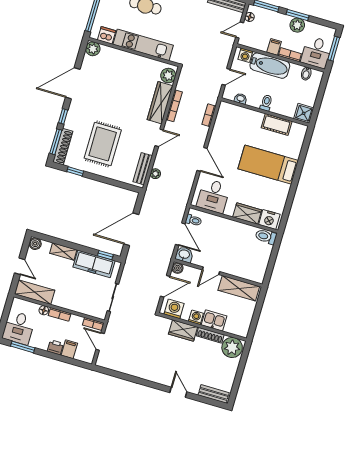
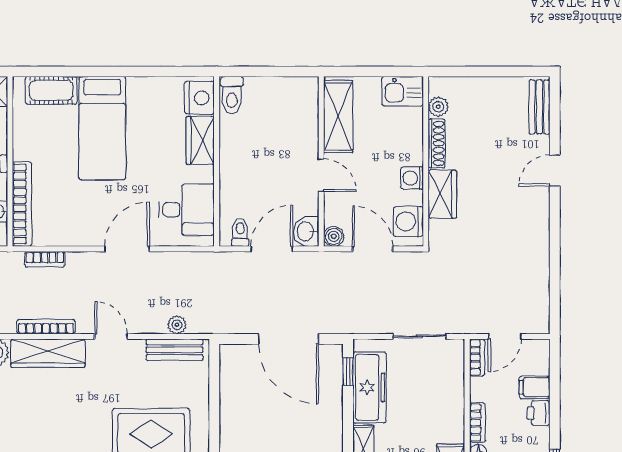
bookcase: (241, 112) -> (22, 204), added
cot: (277, 125) -> (51, 90), moved, turned 90
kitchen sink: (214, 321) -> (403, 91), moved, turned -90
plant: (232, 347) -> (438, 107), width x0.53, depth x0.53

